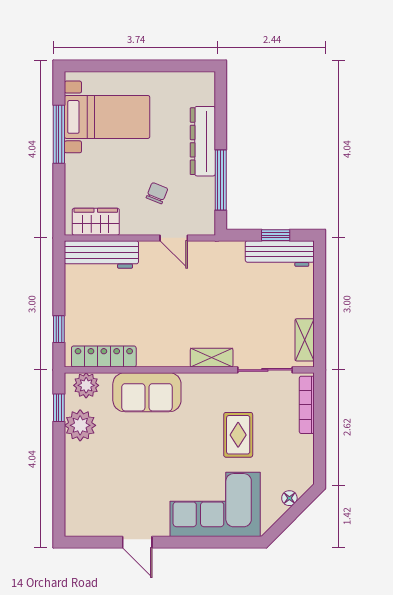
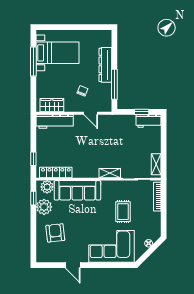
workbench: (280, 253) -> (149, 121), width x0.73
sofa: (147, 392) -> (77, 190), width x1.36
armchair: (103, 477) -> (55, 233), added

